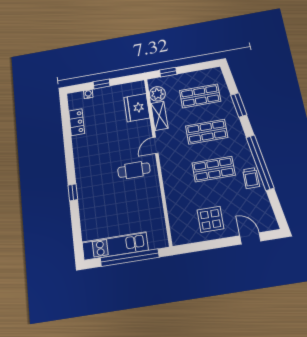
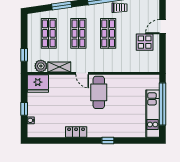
fridge: (137, 108) -> (38, 84), moved
locker: (77, 122) -> (76, 132), moved
cafe table: (134, 170) -> (99, 92), width x1.37, depth x1.35
door: (250, 238) -> (163, 27), moved

